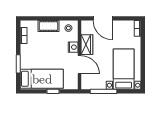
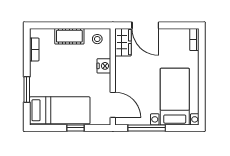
wardrobe: (87, 45) -> (123, 42), moved
door: (79, 65) -> (113, 105), moved

